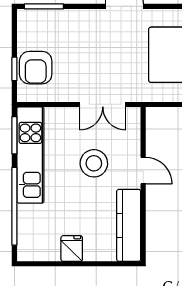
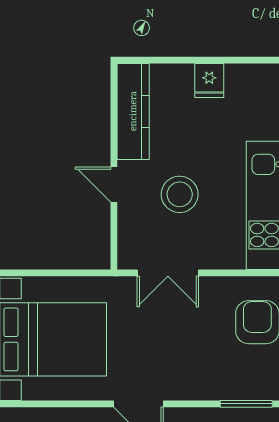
double door: (103, 104) -> (168, 273), swing flipped

